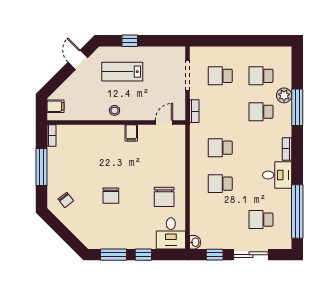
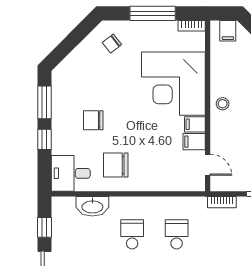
filing cabinet: (145, 134) -> (194, 142), added
corner desk: (98, 150) -> (173, 84), added
chair: (111, 196) -> (93, 120), moved
washbasin: (195, 242) -> (92, 206), moved, width x1.91, depth x1.45

